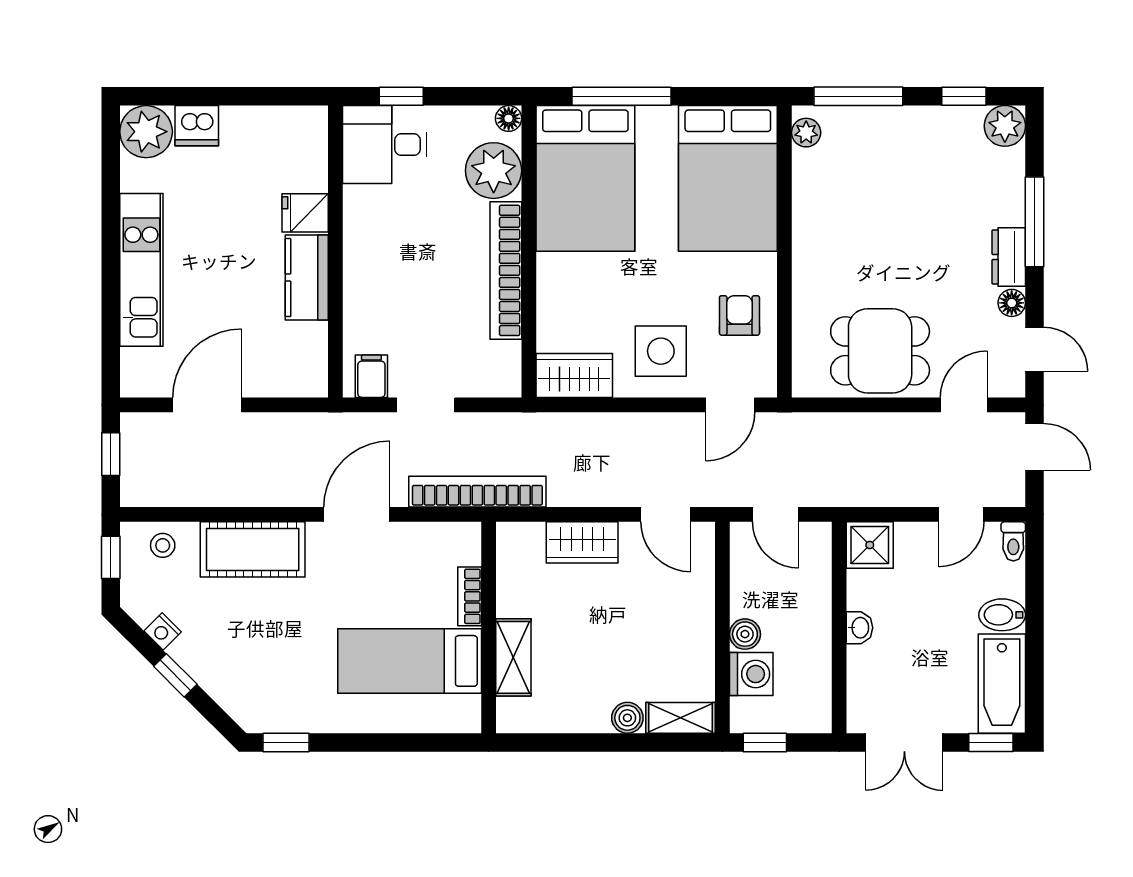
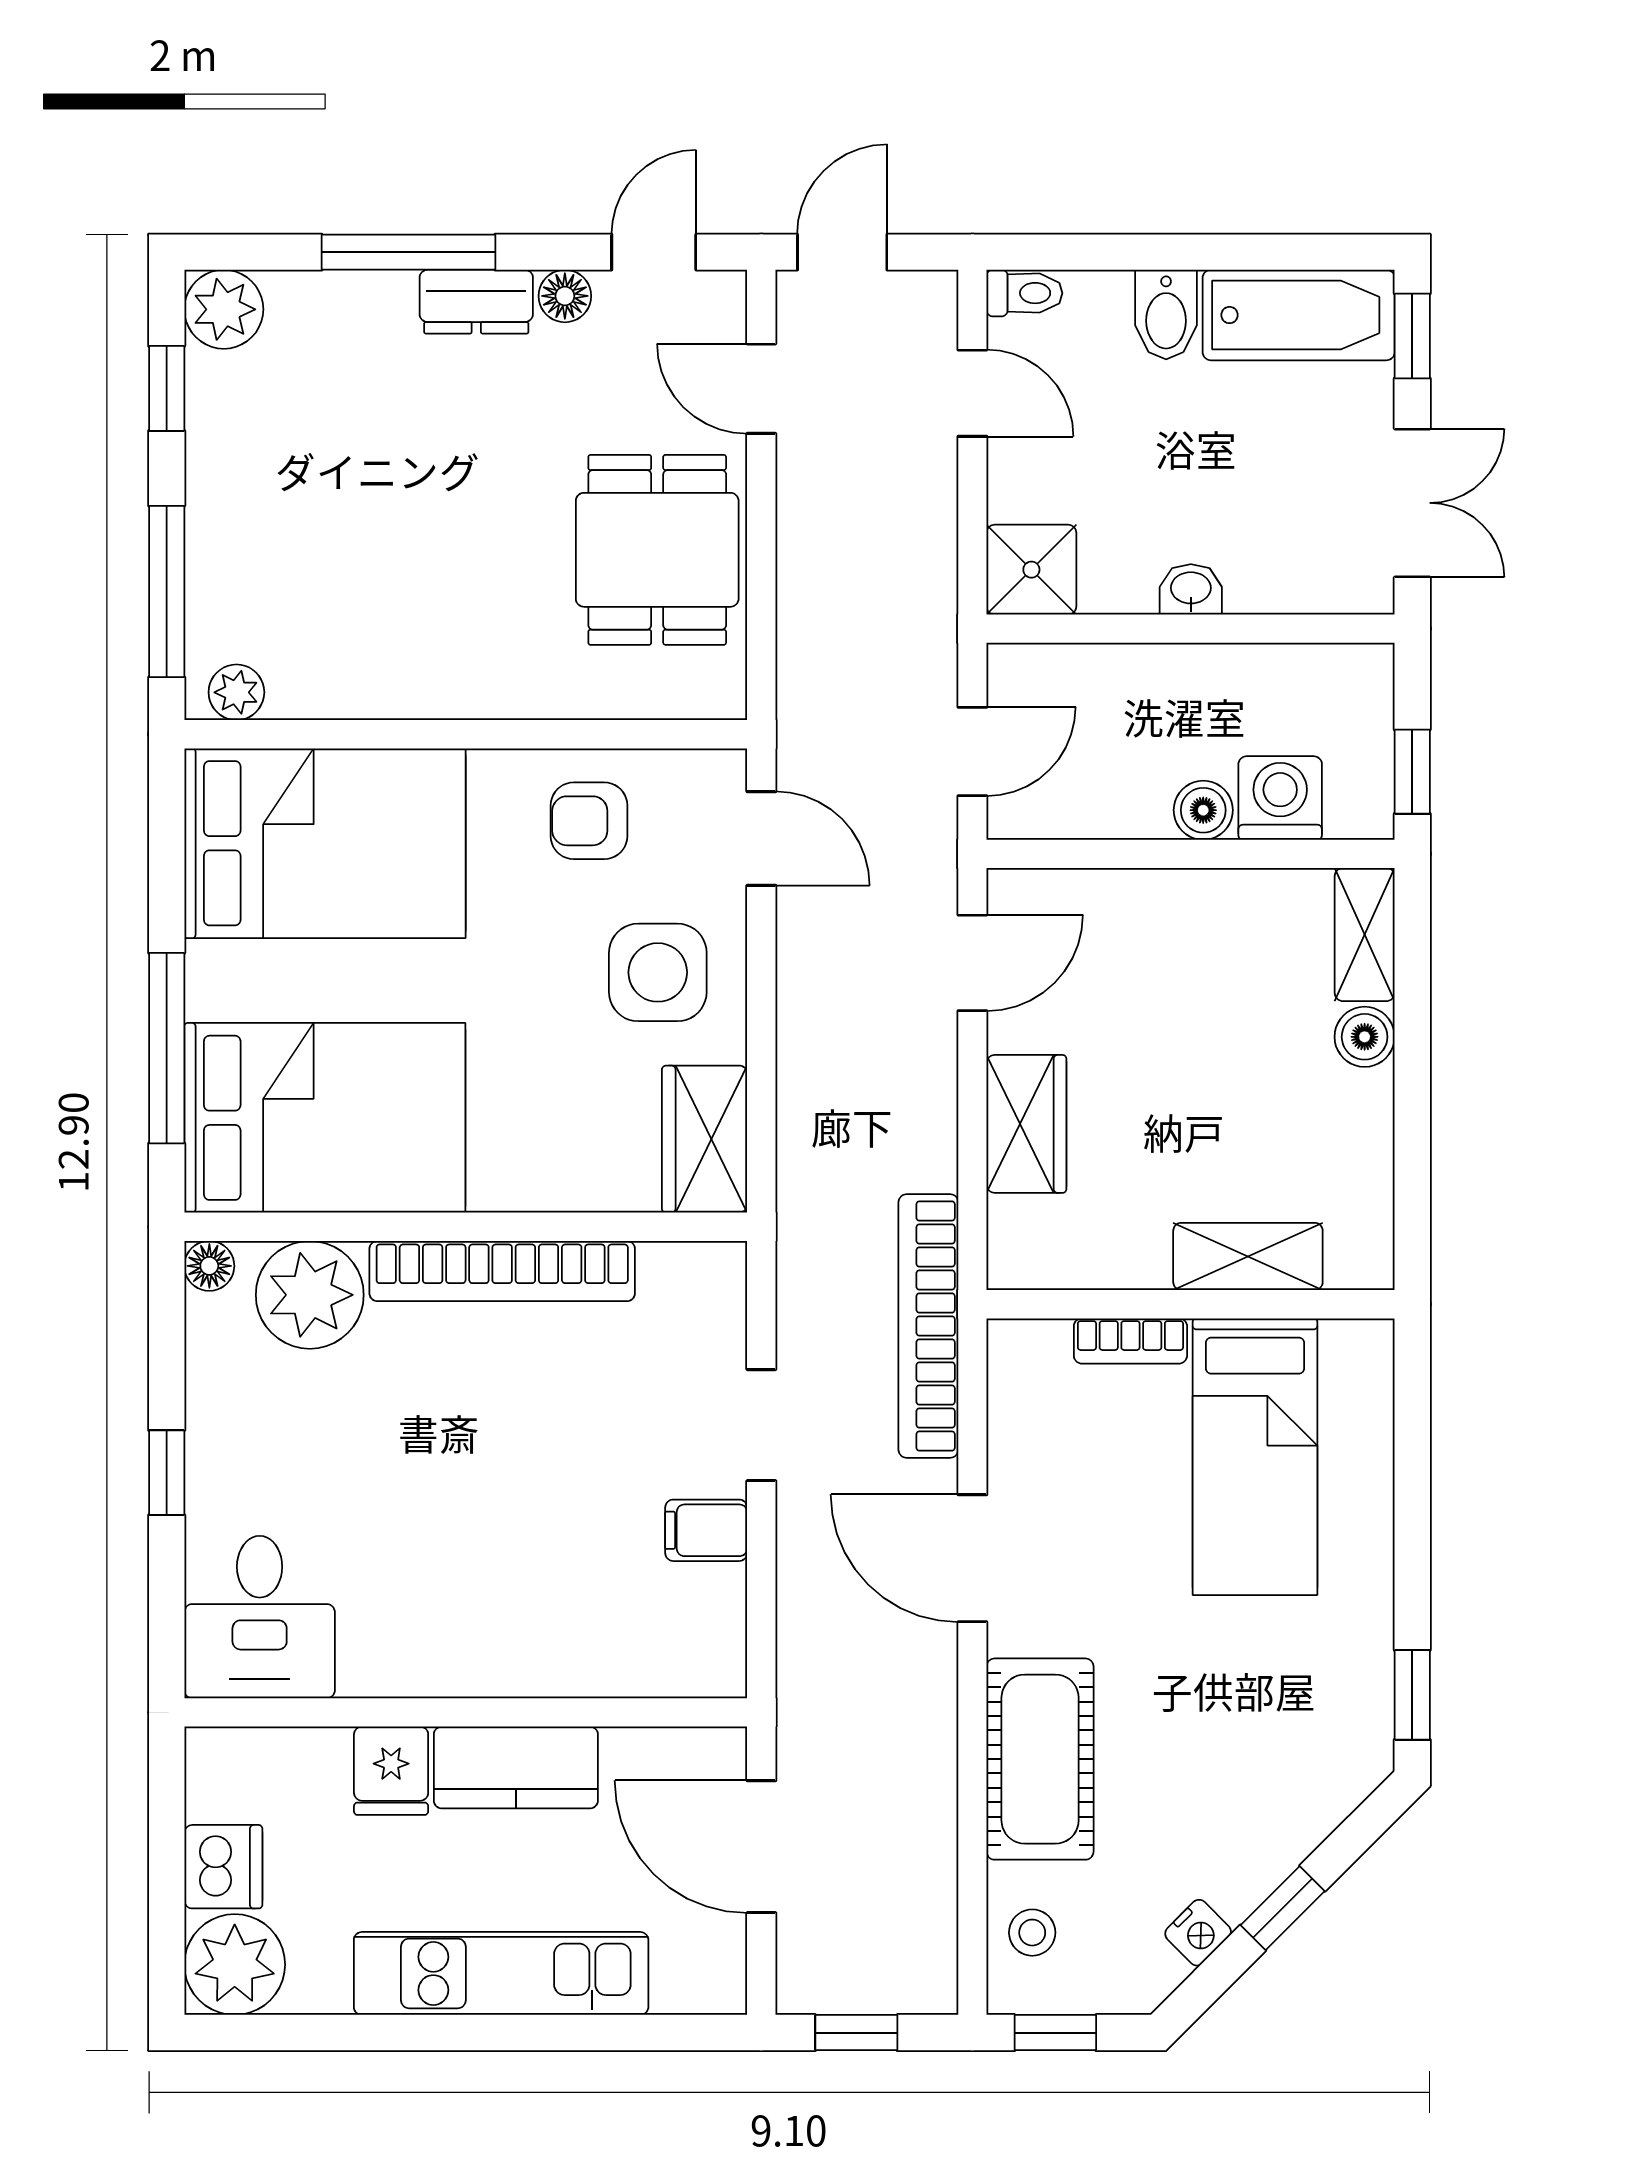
desk: (385, 145) -> (260, 1617), moved
fridge: (305, 213) -> (391, 1771), moved
wall: (335, 252) -> (466, 1712), moved
kitchen counter: (307, 278) -> (516, 1767), moved

